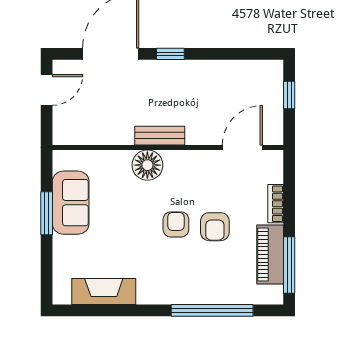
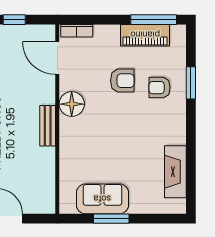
floor lamp: (147, 165) -> (72, 104), moved
bookcase: (276, 204) -> (77, 31), moved
armchair: (176, 224) -> (160, 88), moved
window: (212, 310) -> (191, 83), width x0.47

